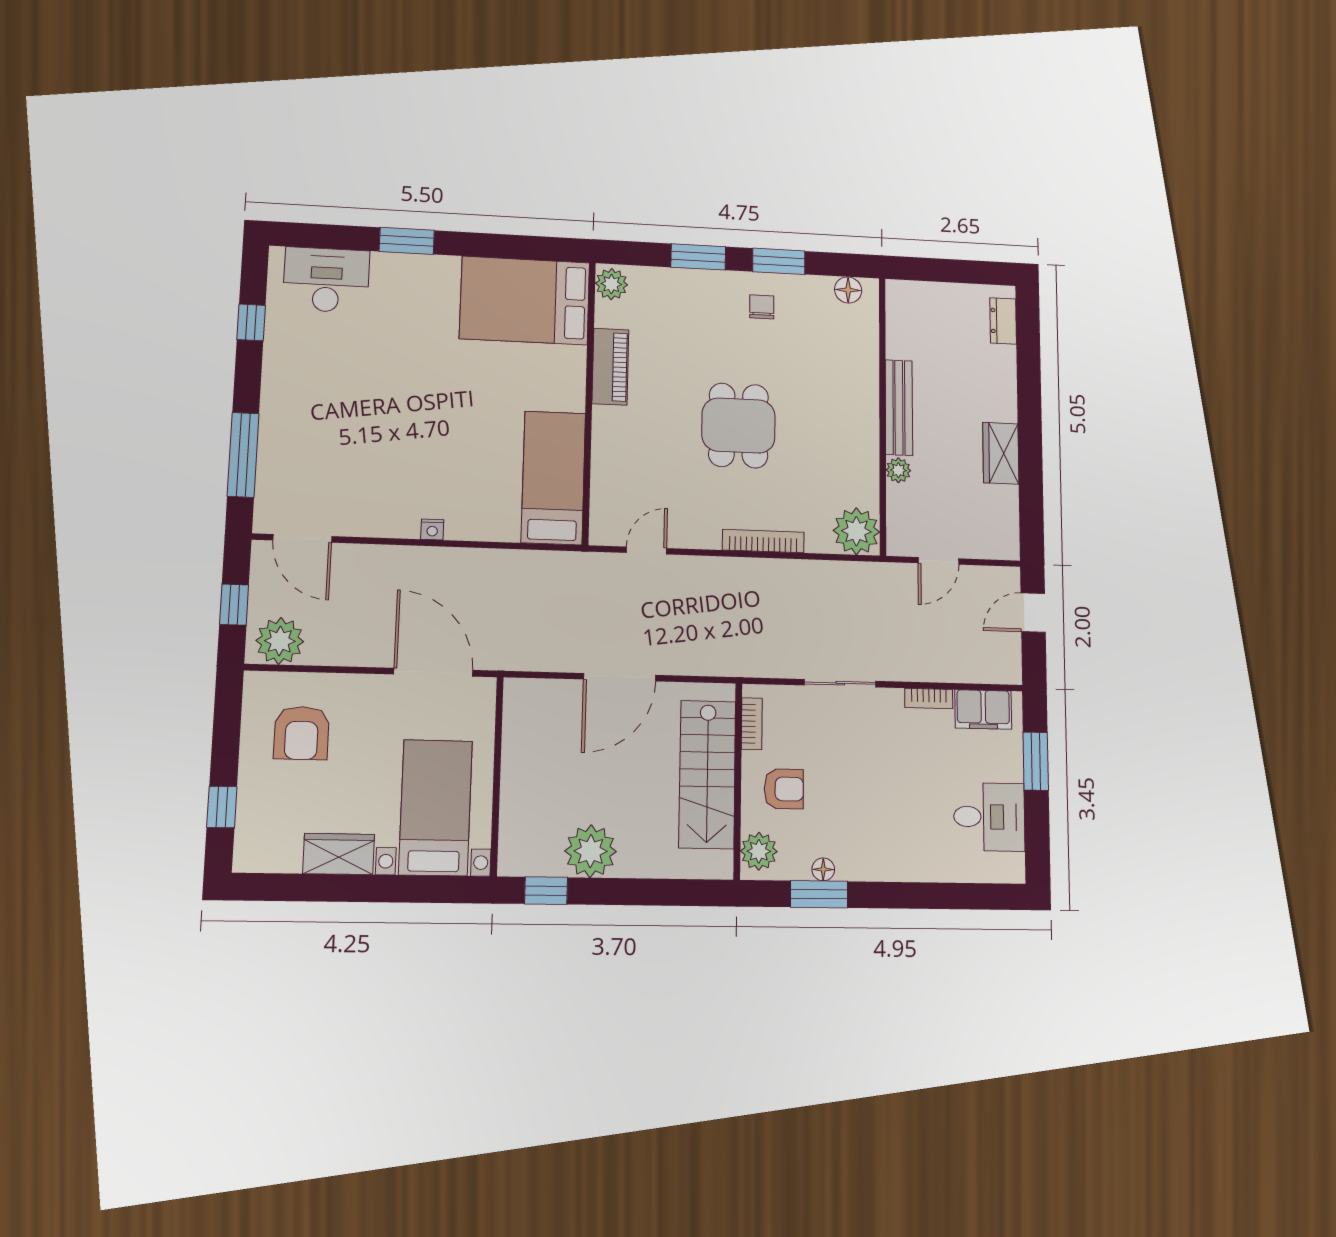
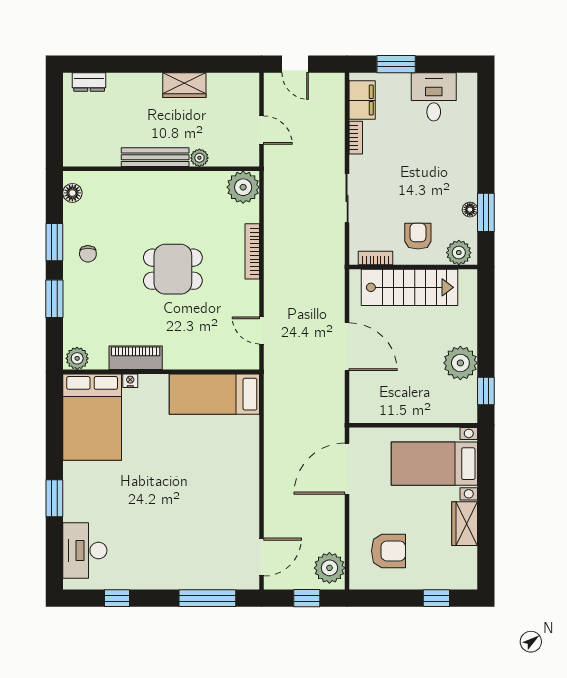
chair: (762, 307) -> (88, 254), turned -90
nightstand: (432, 529) -> (130, 381), moved, turned -90

